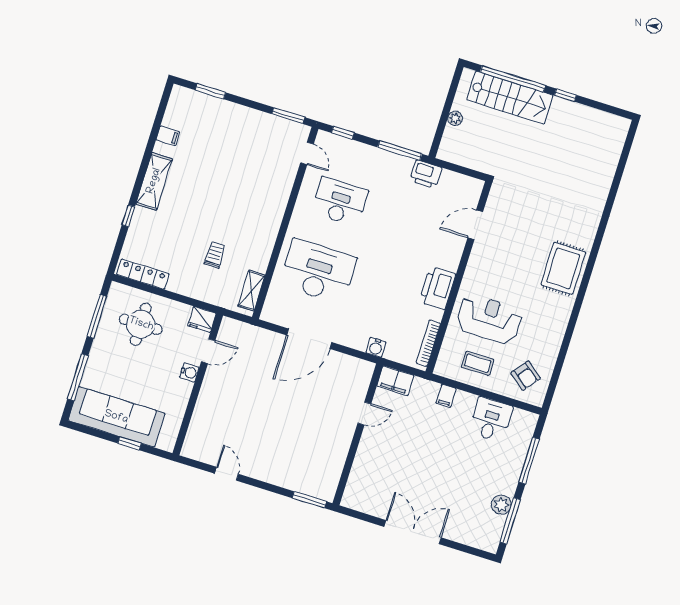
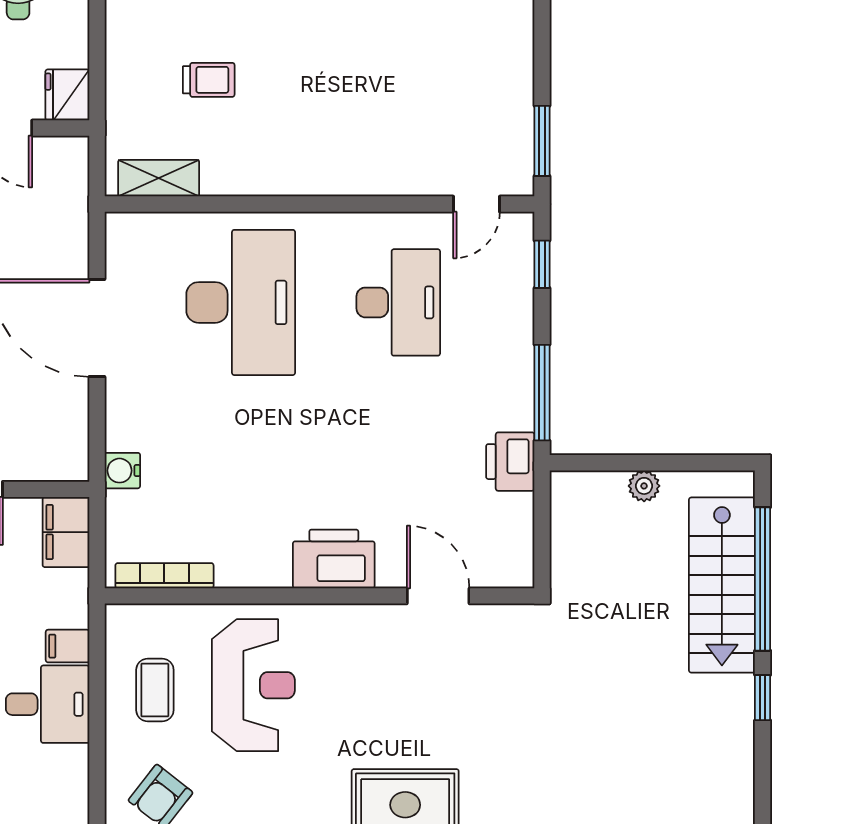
printer: (437, 288) -> (334, 559), moved
desk: (491, 420) -> (48, 704), moved

